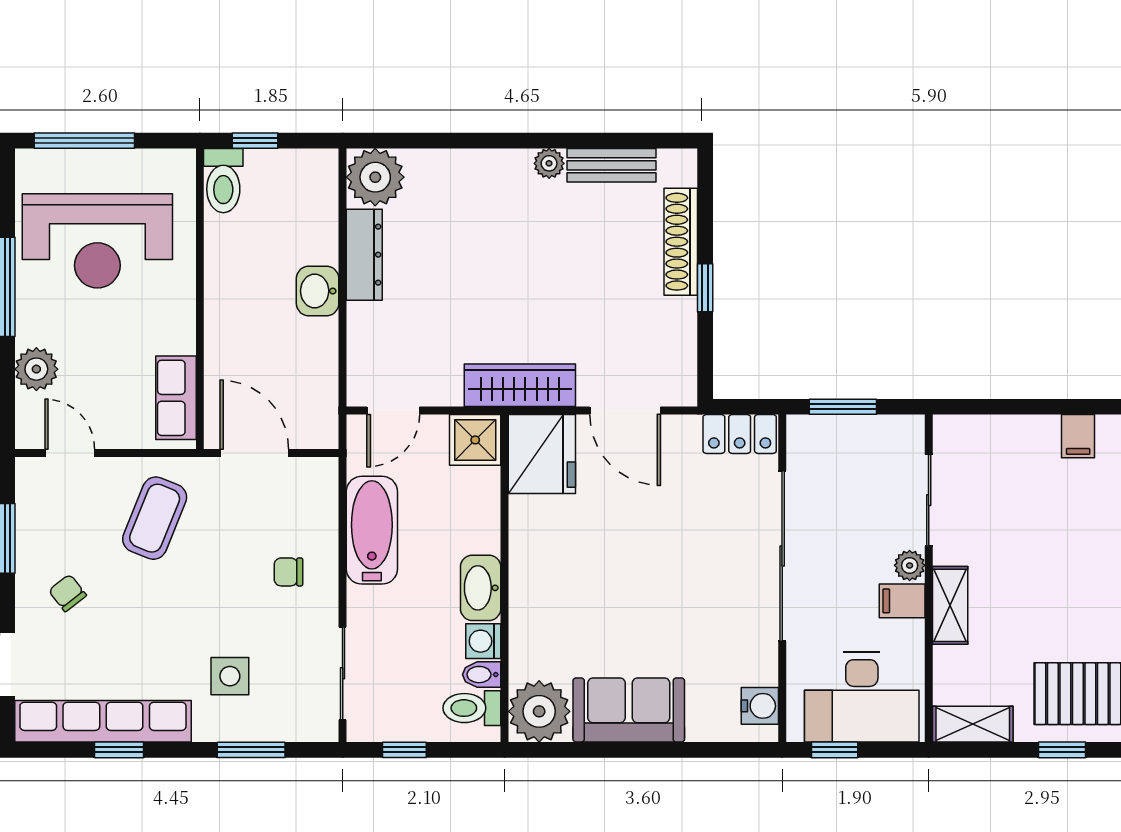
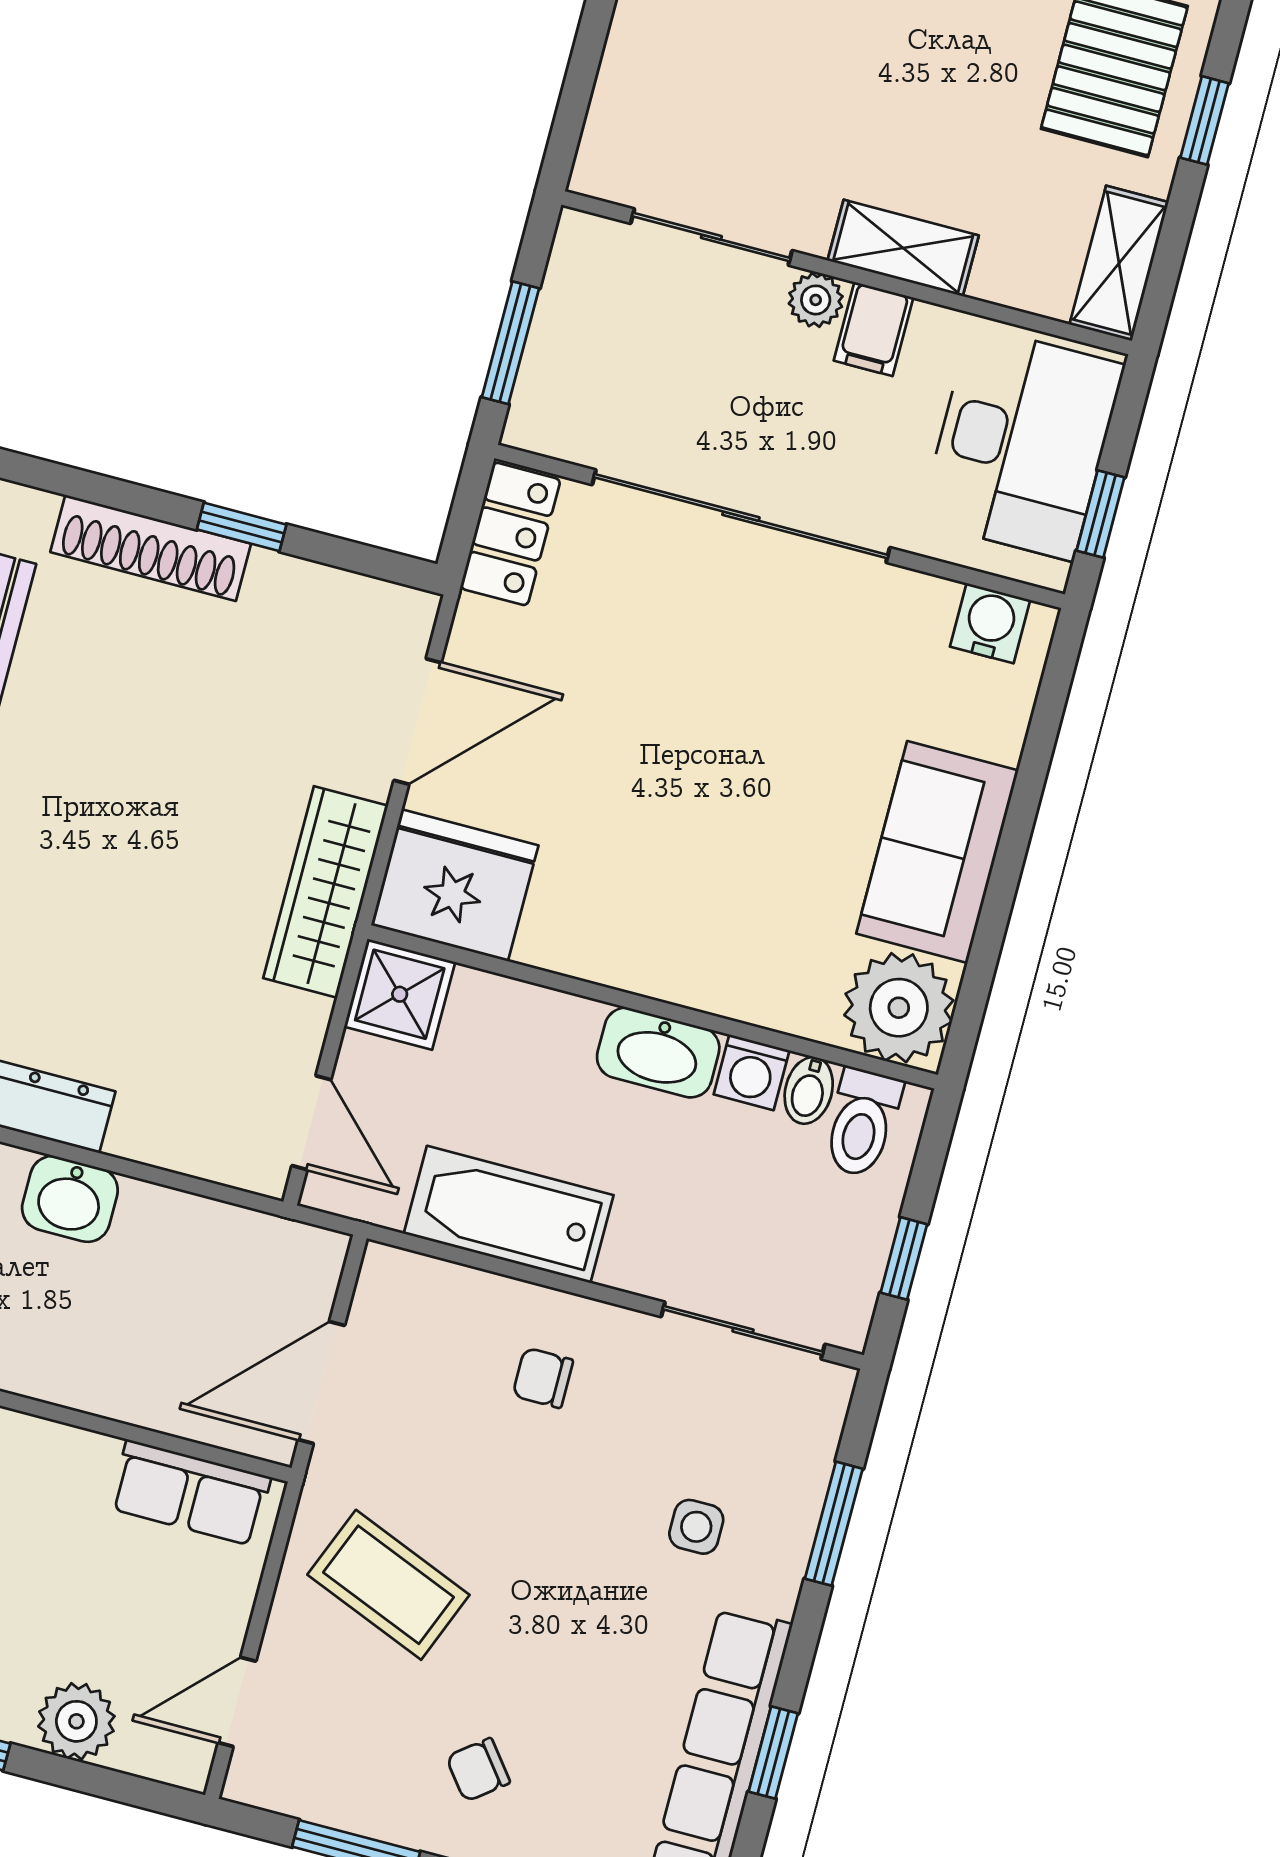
chair: (288, 572) -> (543, 1378), turned 90
side table: (230, 676) -> (696, 1527), width x0.73, depth x0.73

